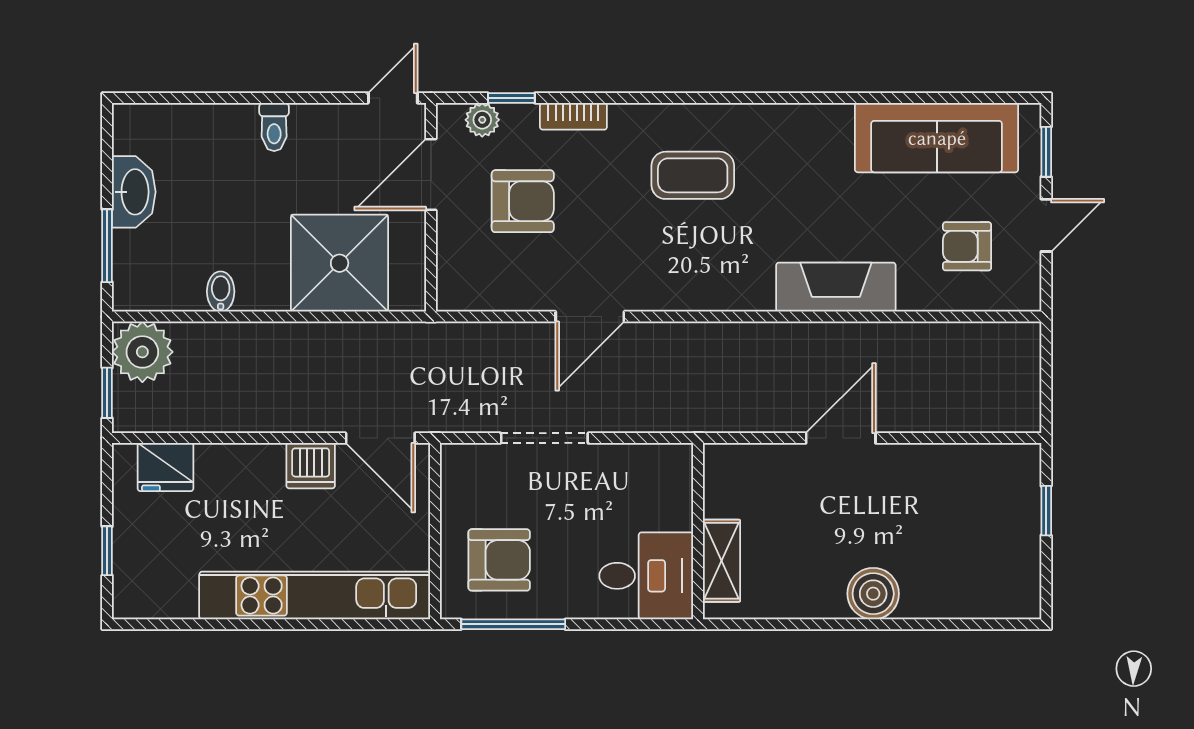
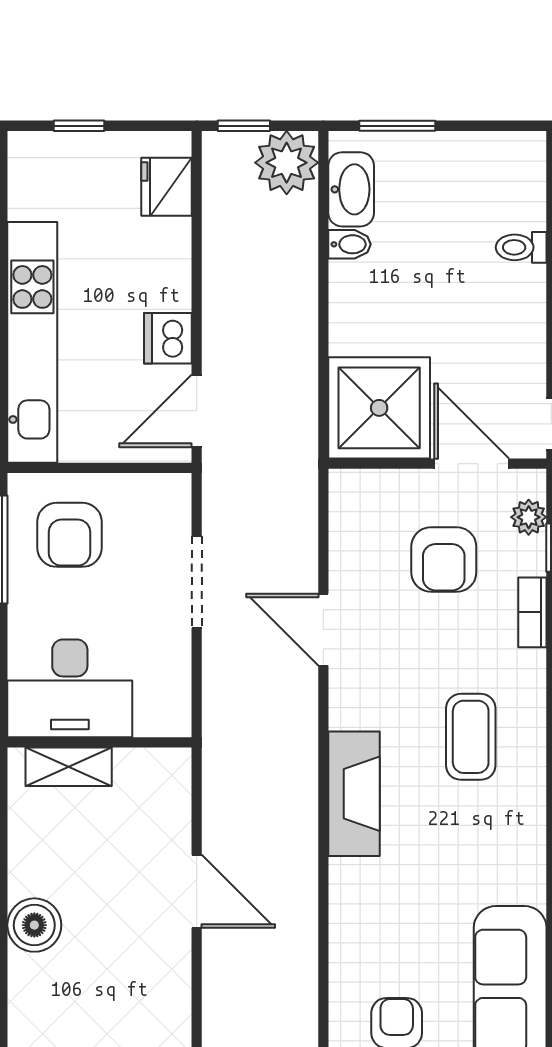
toilet: (274, 127) -> (521, 247), moved
washbasin: (134, 192) -> (351, 189), moved, turned -90
shower: (340, 263) -> (379, 408), moved
fireplace: (836, 287) -> (354, 794), moved
desk: (646, 576) -> (70, 688), width x1.37

